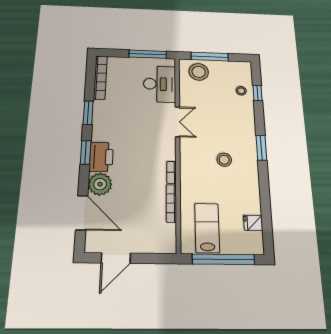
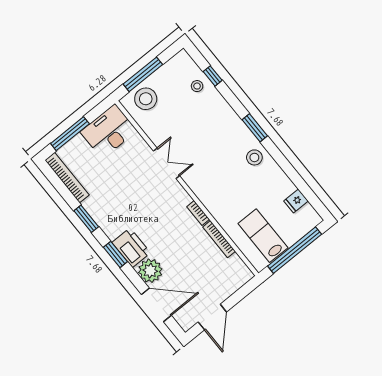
window: (148, 54) -> (70, 134), moved
desk: (160, 84) -> (109, 131), moved, turned -90
stool: (224, 160) -> (254, 157), moved

